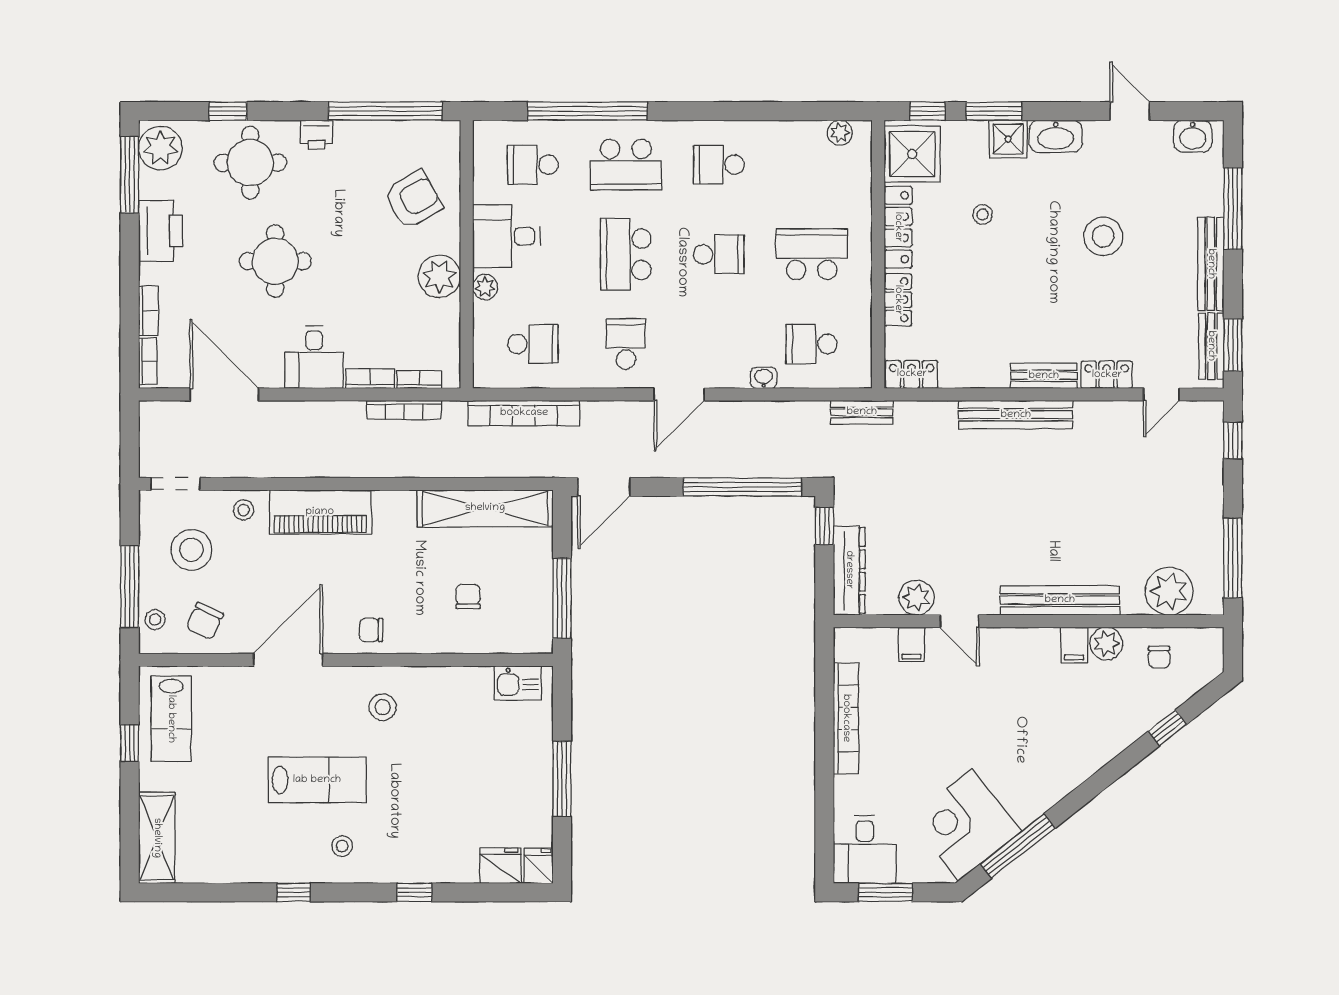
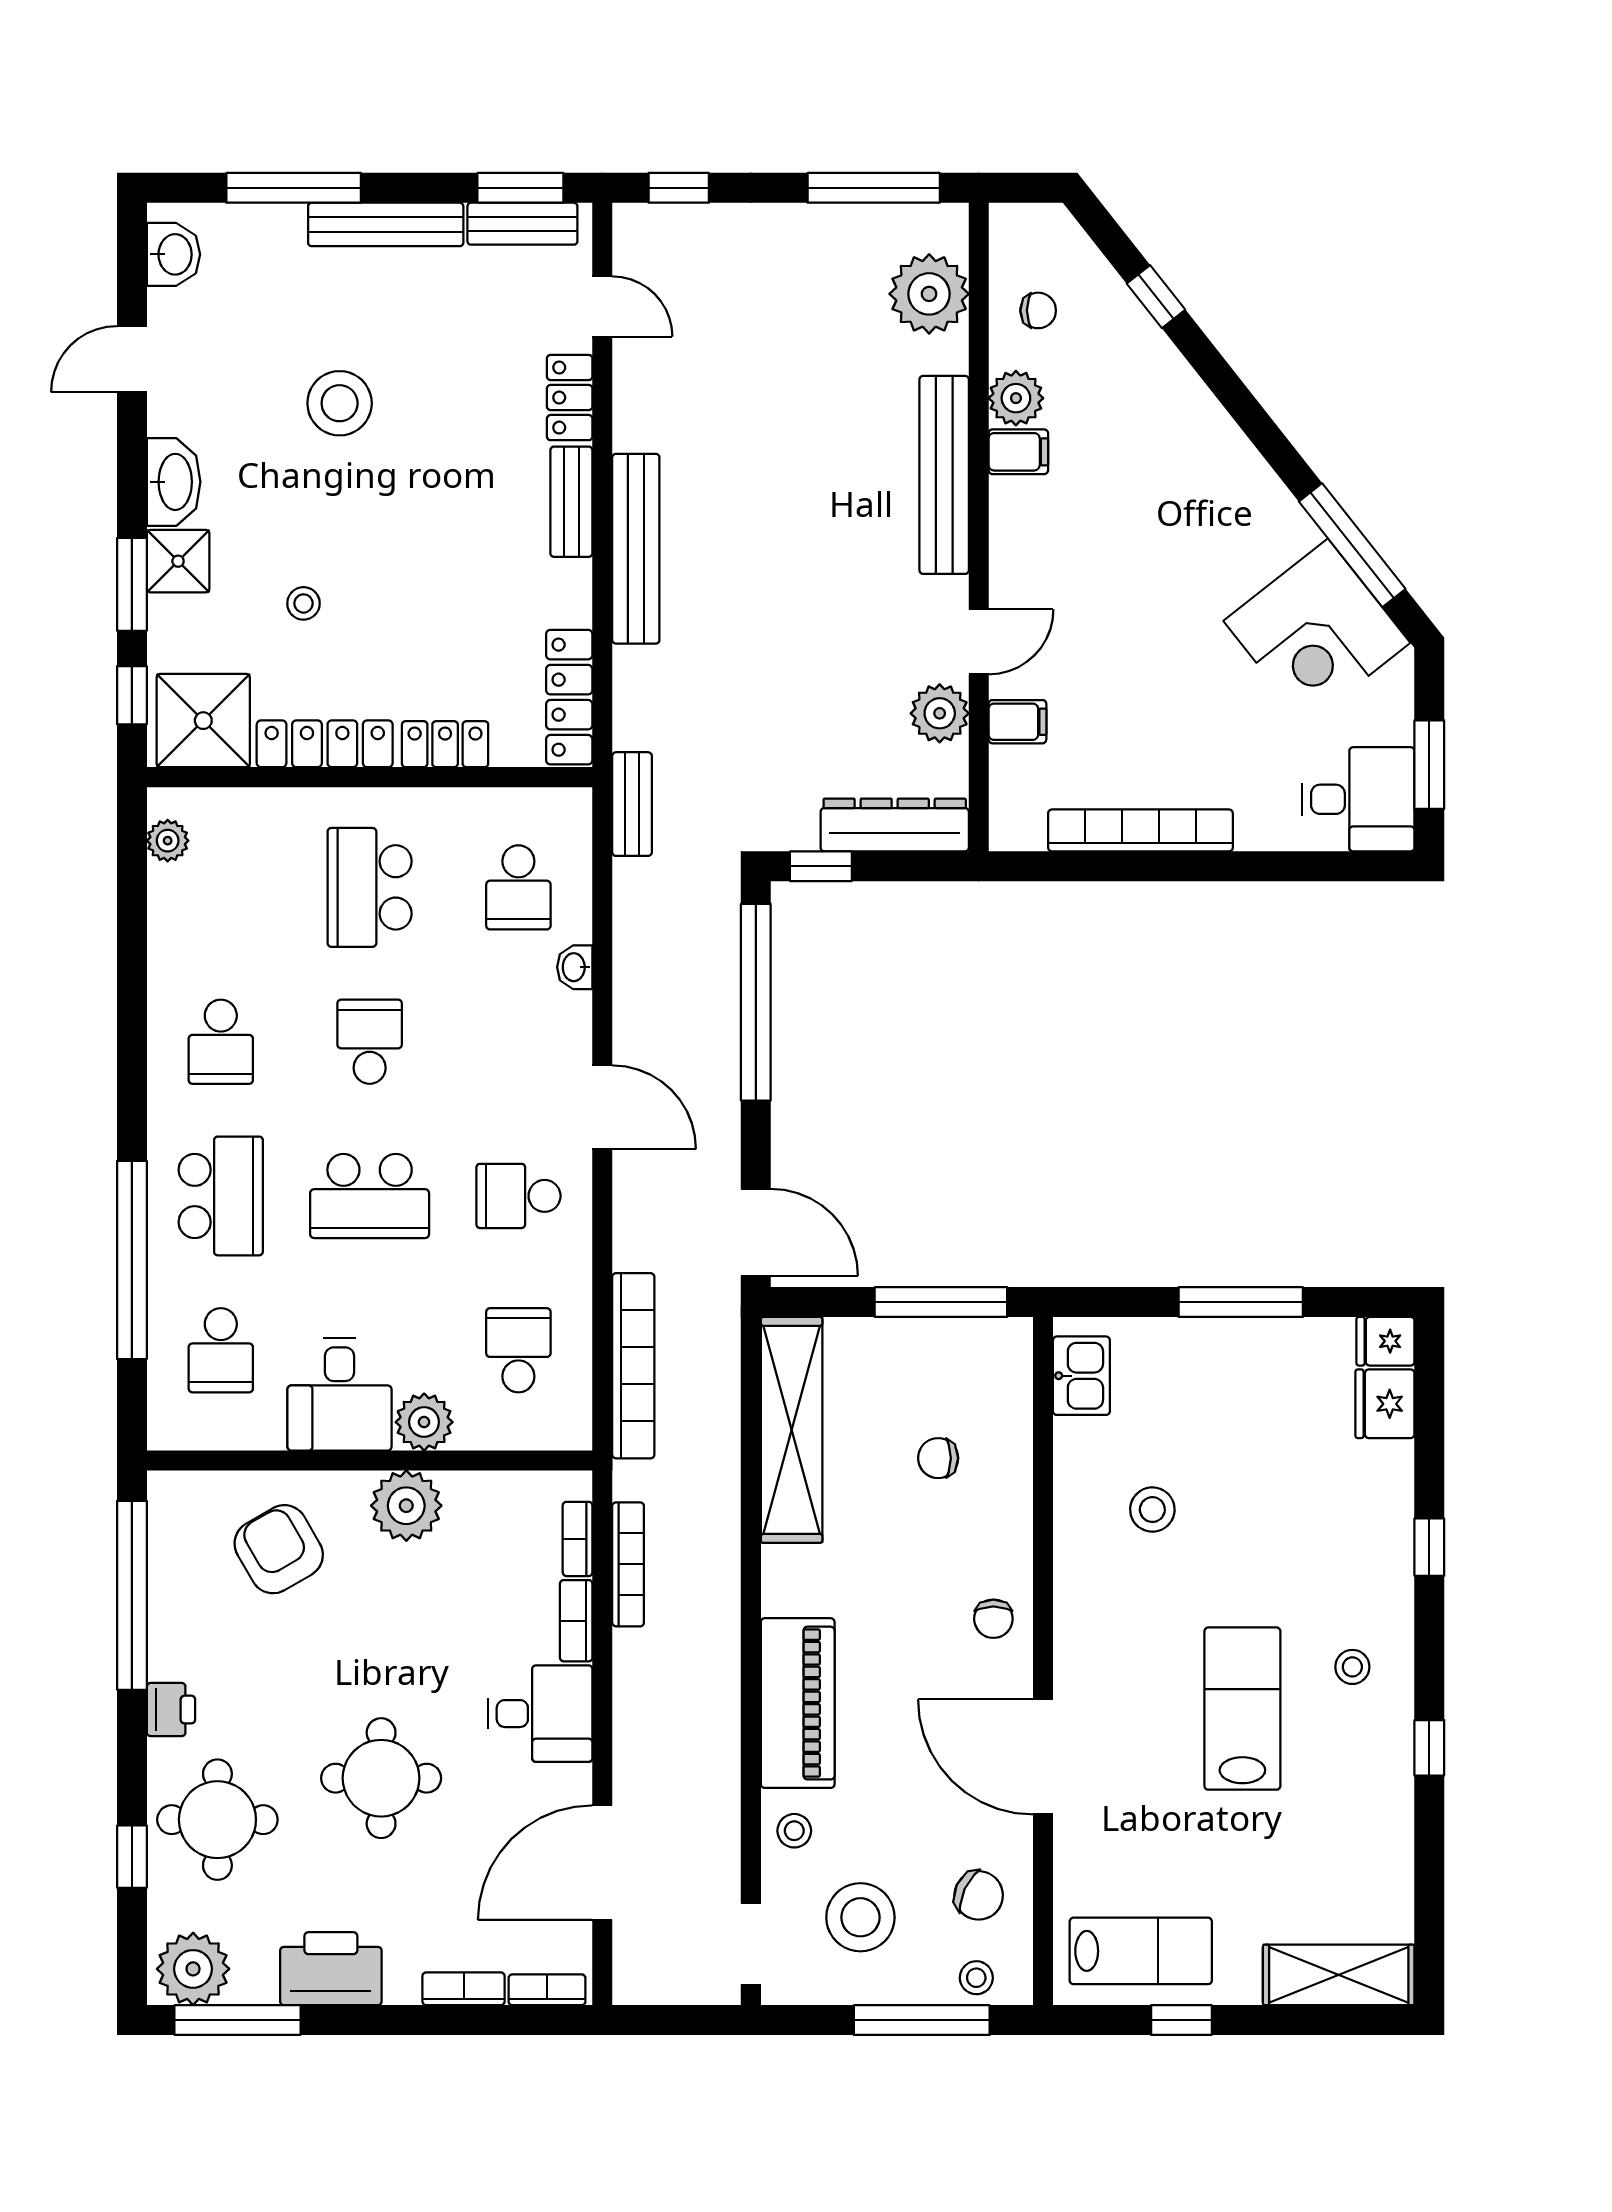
plant: (485, 287) -> (424, 1422), width x1.38, depth x1.38
locker: (912, 374) -> (569, 697), width x1.53
stool: (382, 707) -> (1152, 1510), moved

